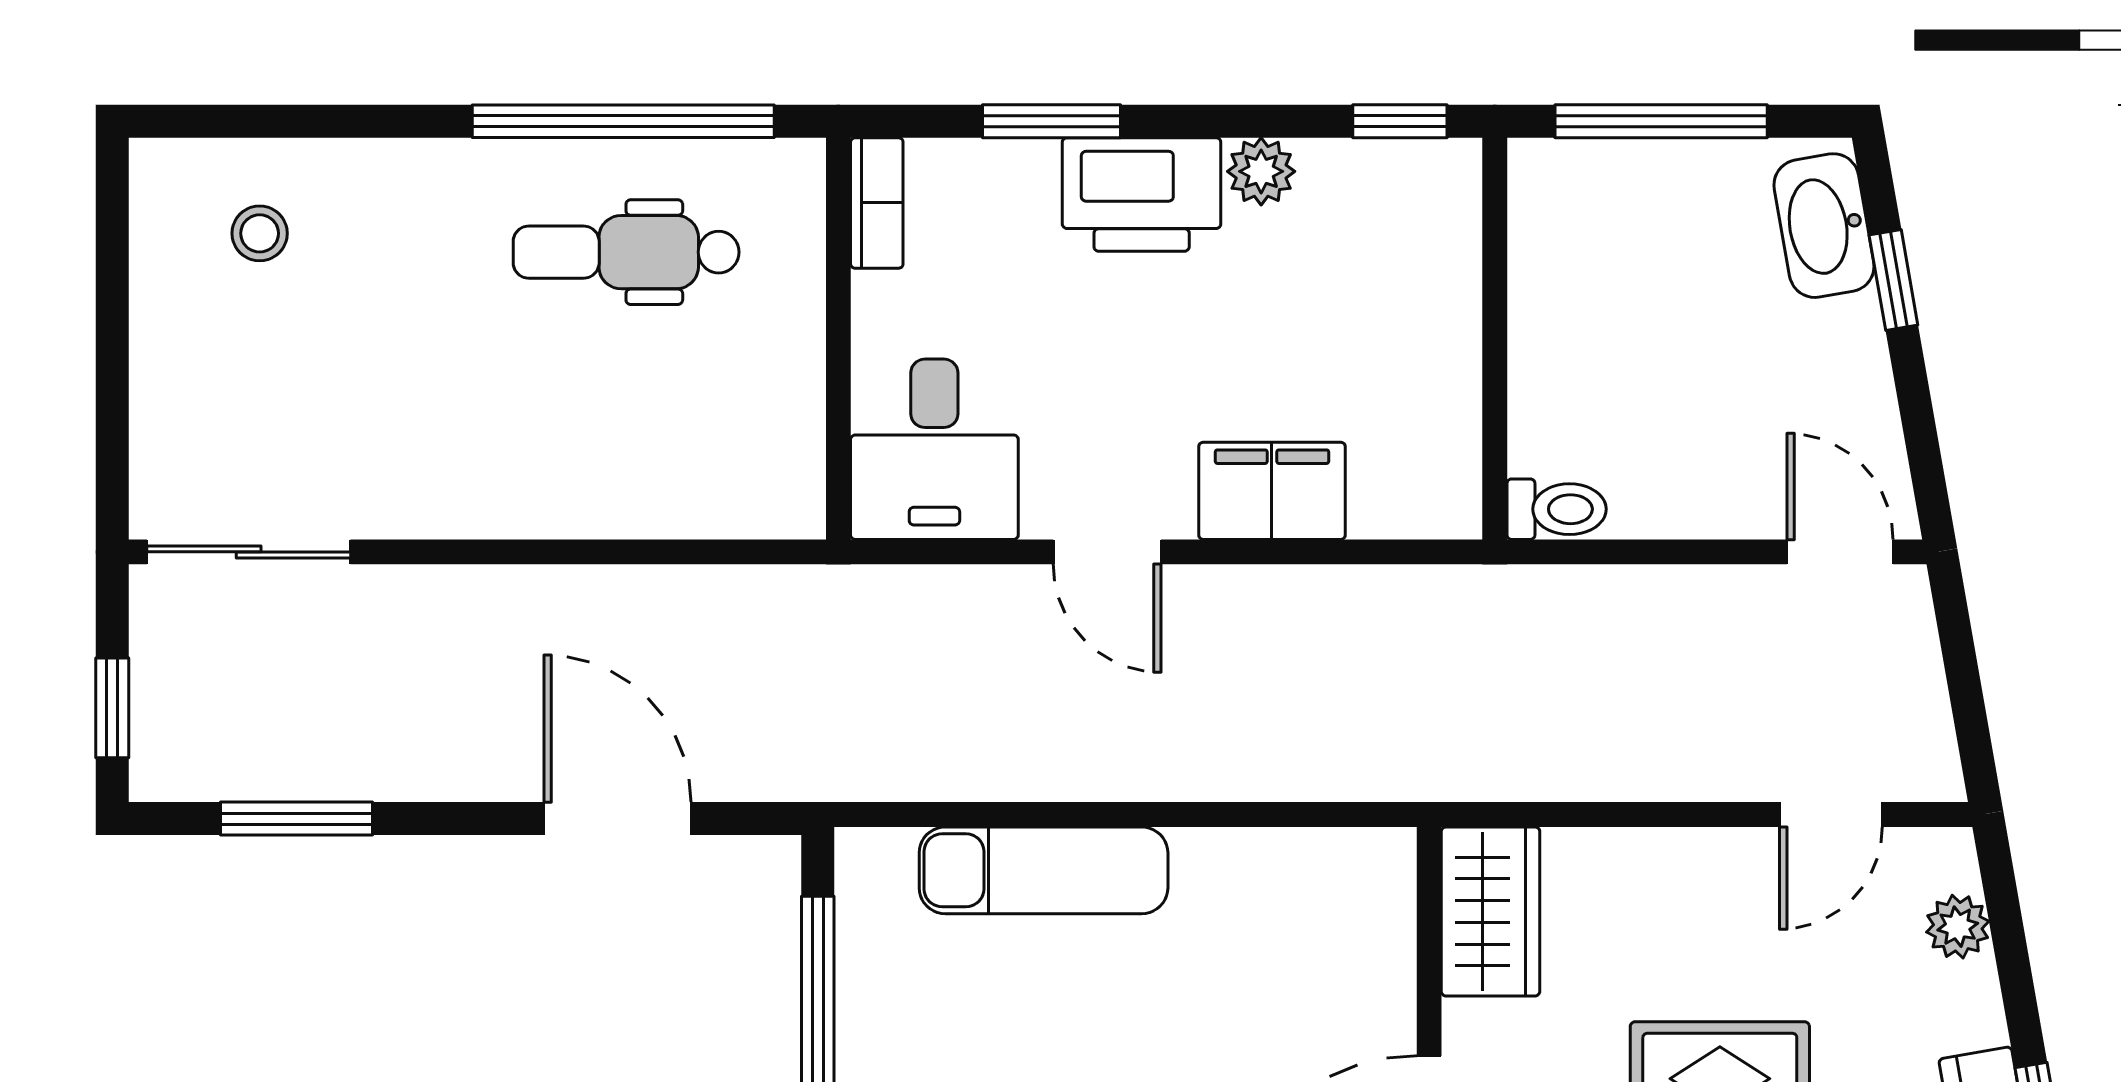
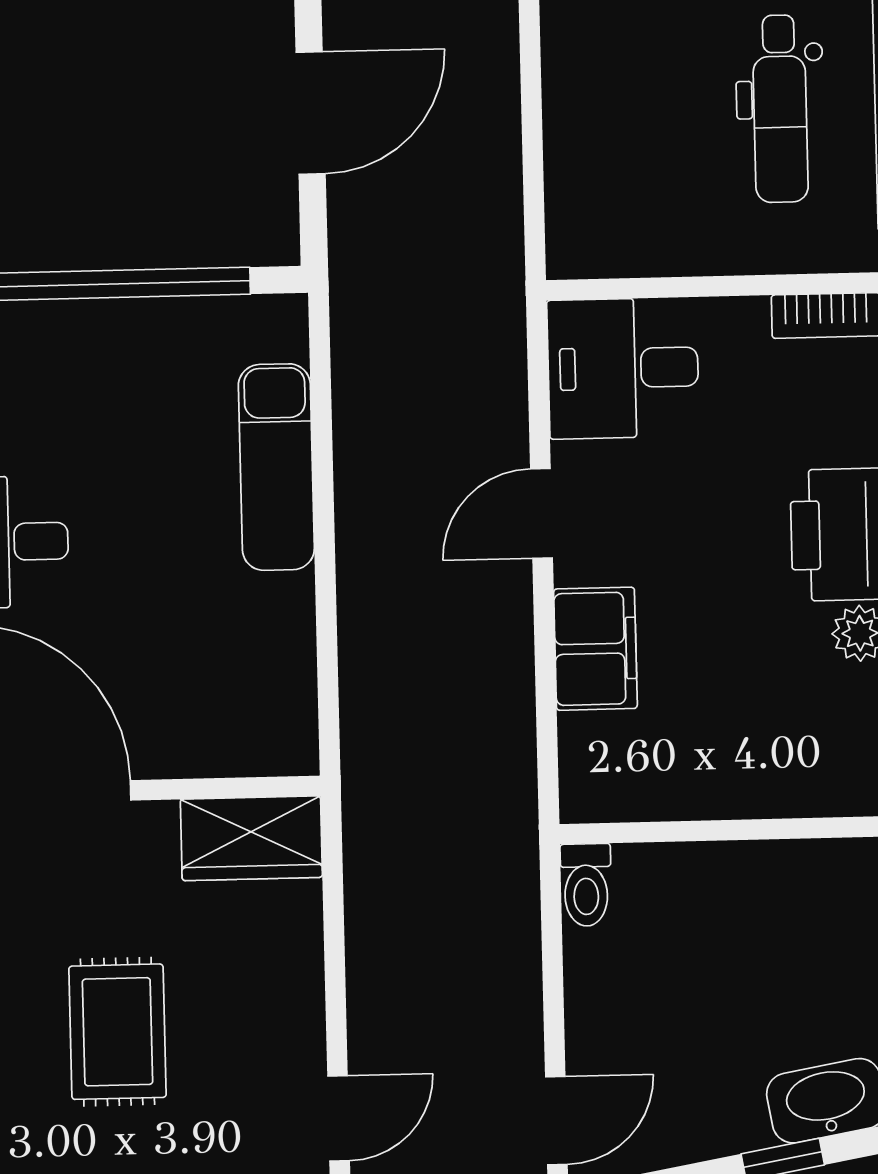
dental chair: (626, 252) -> (780, 109), turned 180
door: (1831, 814) -> (339, 1118), swing flipped

